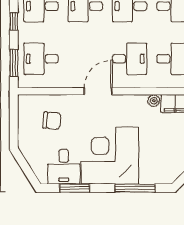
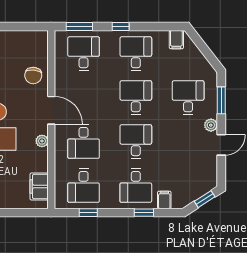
plant: (154, 101) -> (42, 141), moved
chair: (52, 121) -> (33, 75), moved

